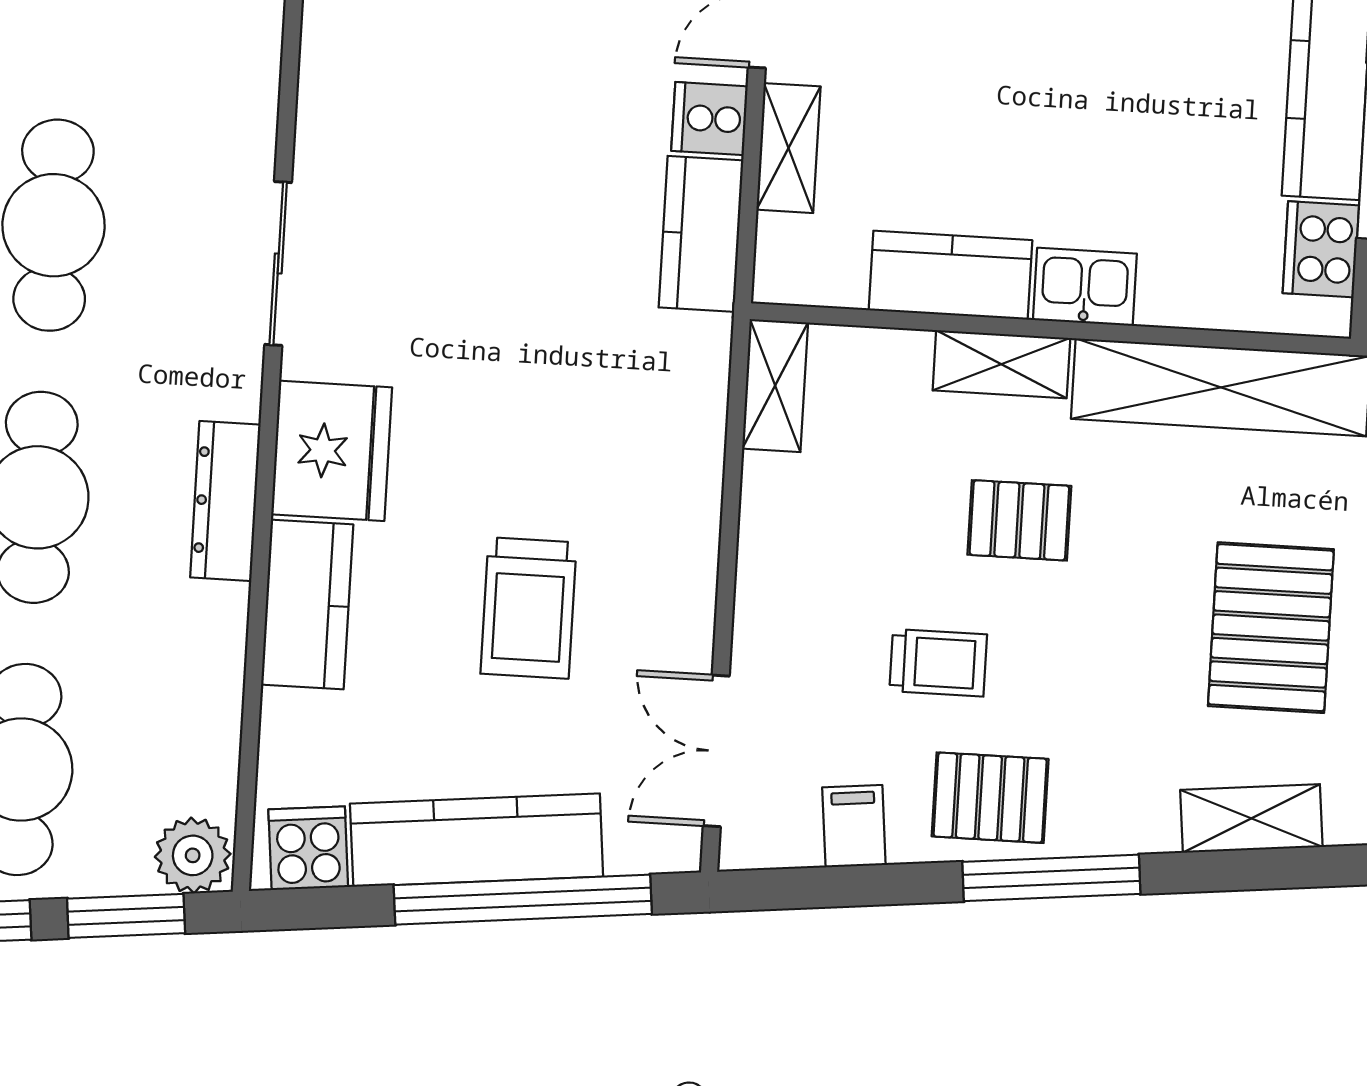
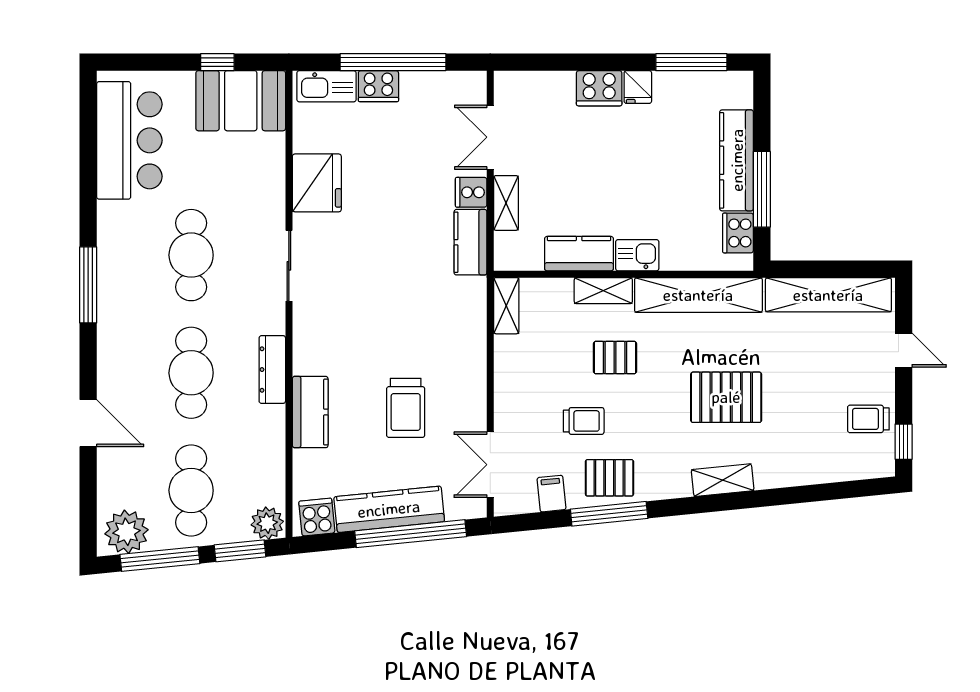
fridge: (332, 451) -> (317, 183), moved
pallet: (1271, 628) -> (726, 397), turned 90
window: (1051, 878) -> (609, 514), moved

